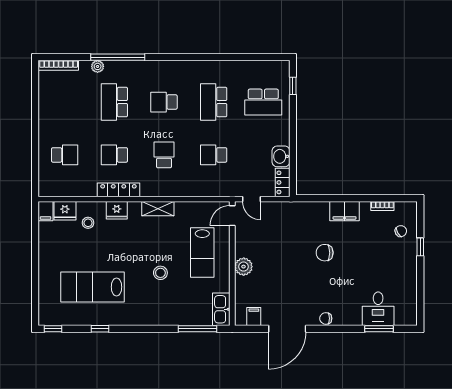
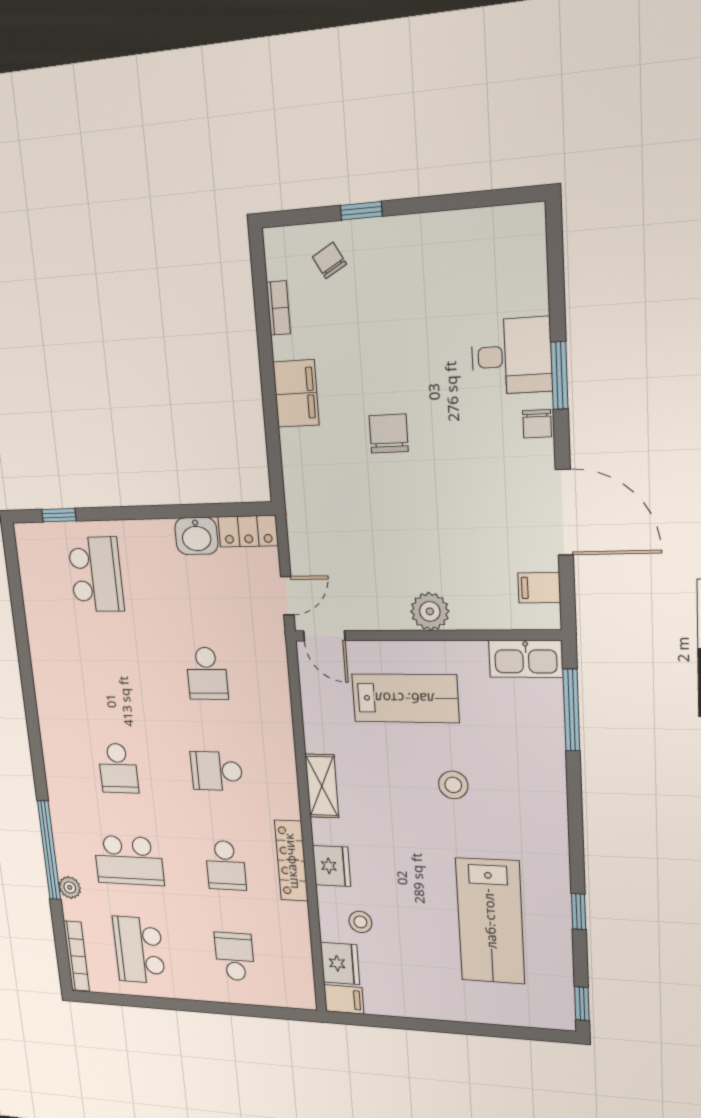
school desk: (214, 102) -> (139, 950), moved, turned 90
chair: (325, 253) -> (389, 434), turned 180
desk: (378, 309) -> (511, 356), moved
window: (379, 329) -> (559, 376), moved

